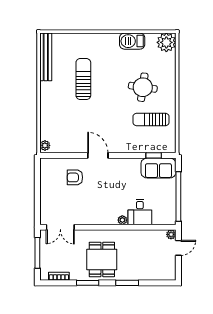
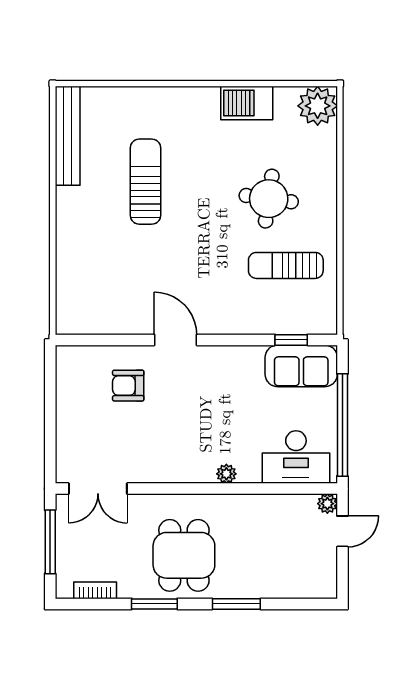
plant: (45, 145) -> (66, 319), removed
desk: (140, 212) -> (296, 457), moved, width x1.37

